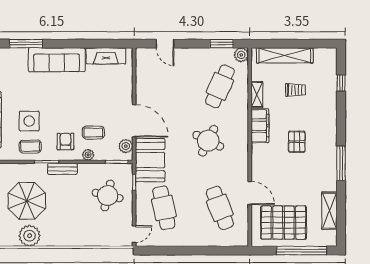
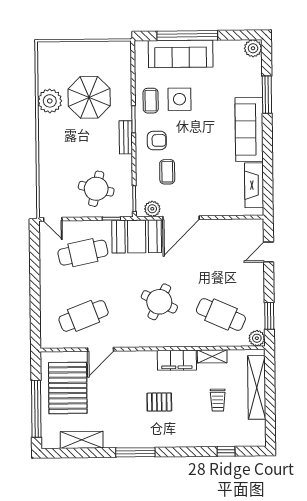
plant: (88, 155) -> (142, 166), removed

